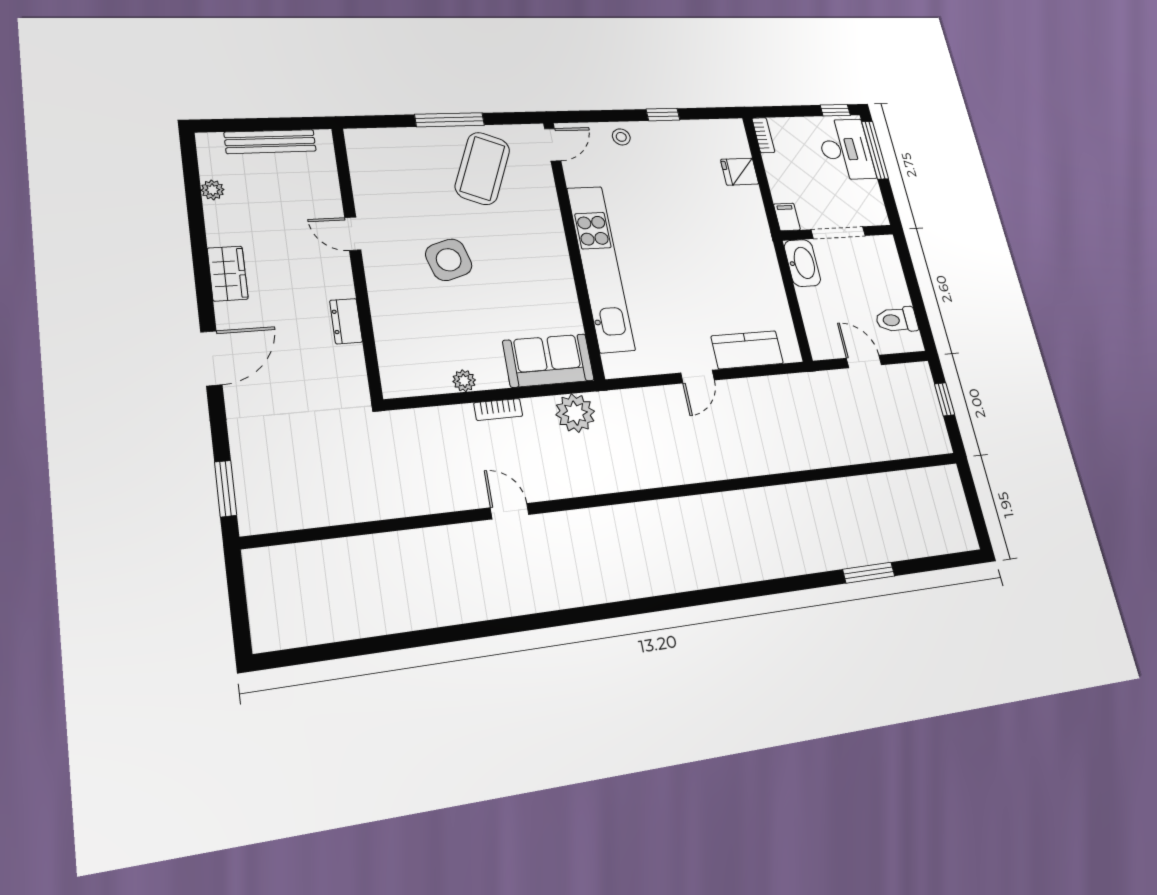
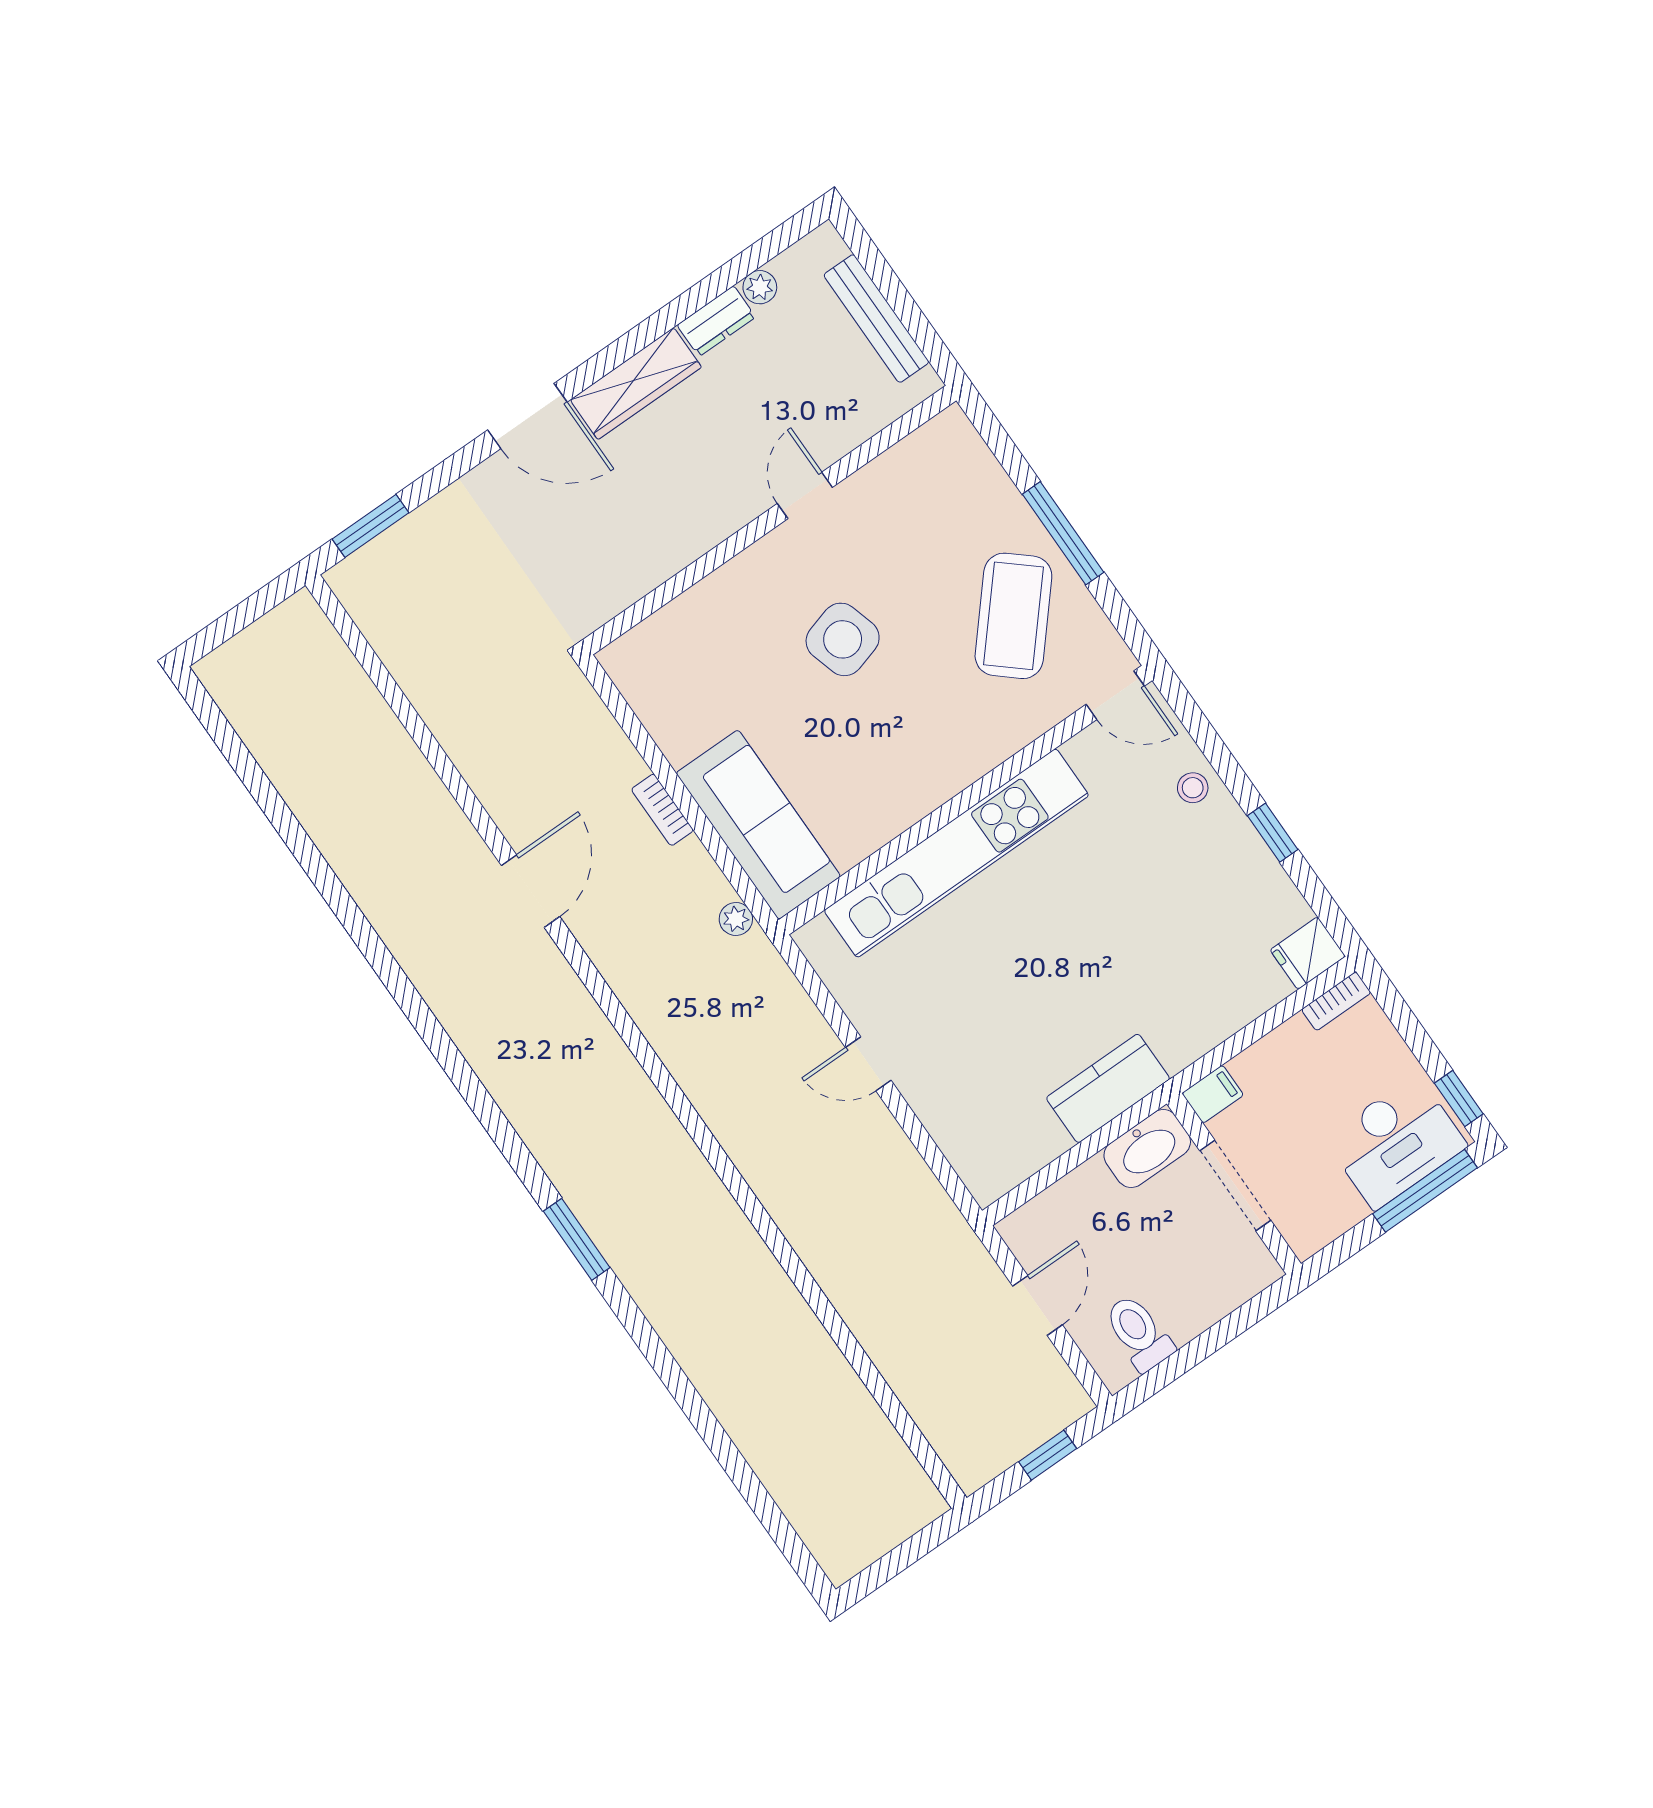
coffee table: (482, 168) -> (1013, 616), turned -72
fridge: (740, 172) -> (1308, 953), moved, turned -90
wardrobe: (228, 274) -> (636, 384), width x1.50
dresser: (346, 321) -> (716, 321), moved, turned 180
kitchen counter: (747, 350) -> (1108, 1088), moved, turned -90
sofa: (548, 360) -> (758, 825), width x1.36
plant: (464, 381) -> (678, 746), removed
plant: (575, 413) -> (736, 919), width x0.53, depth x0.53
door: (510, 511) -> (531, 891), width x1.37
window: (869, 573) -> (577, 1239), moved

